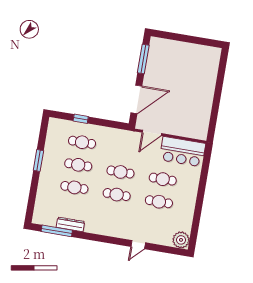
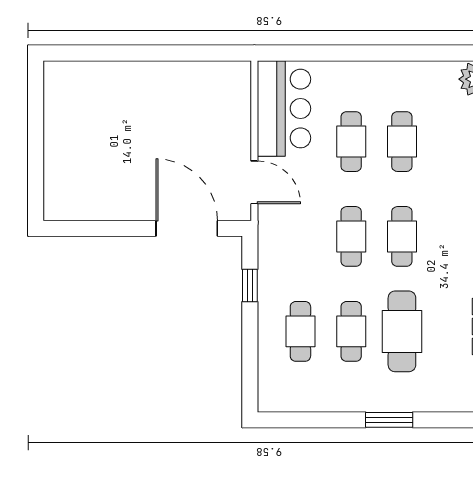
window: (143, 59) -> (96, 228), removed
window: (81, 119) -> (250, 286), moved
window: (38, 161) -> (389, 420), moved
cafe table: (74, 187) -> (402, 331), width x1.37, depth x1.35

